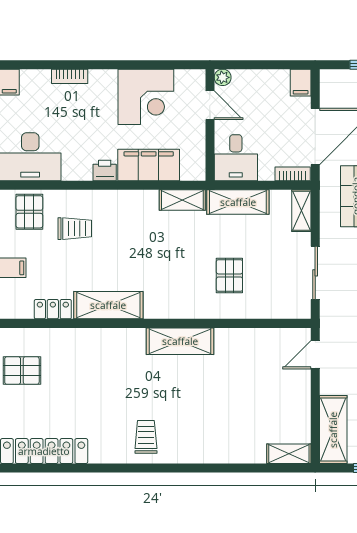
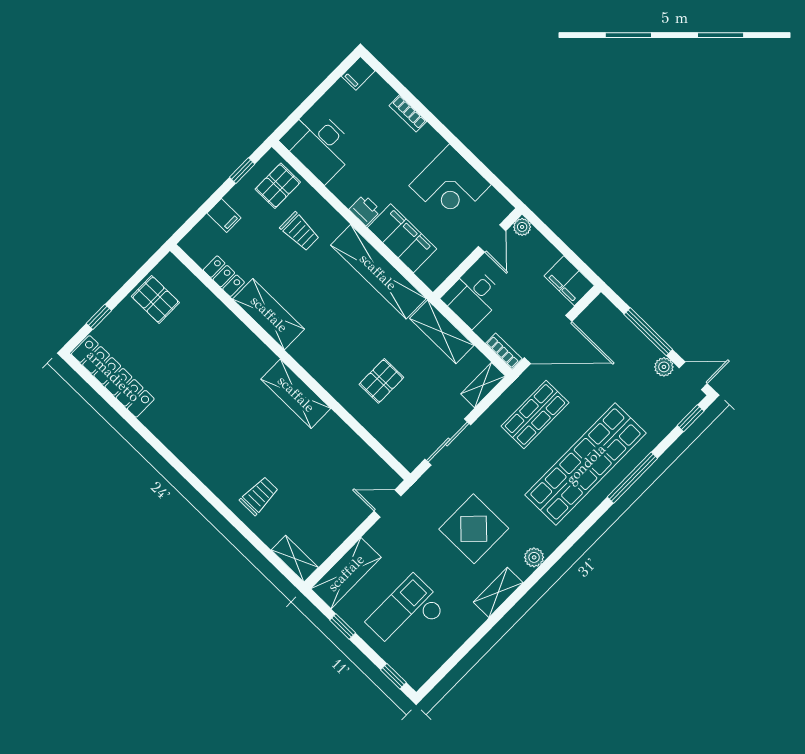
filing cabinet: (301, 83) -> (569, 281), width x2.00
shelving: (182, 200) -> (378, 272), width x2.20, depth x1.33
trolley: (146, 437) -> (259, 496), moved

